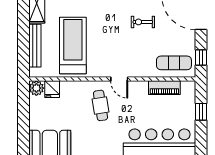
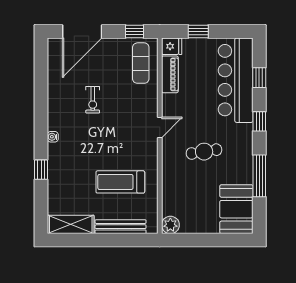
treadmill: (73, 45) -> (120, 182), width x0.73, depth x0.73
fridge: (52, 89) -> (172, 46), moved
cafe table: (101, 105) -> (204, 152), moved

